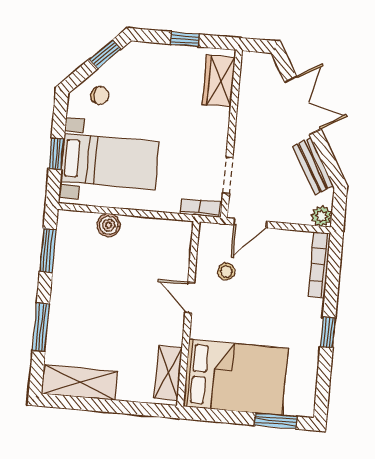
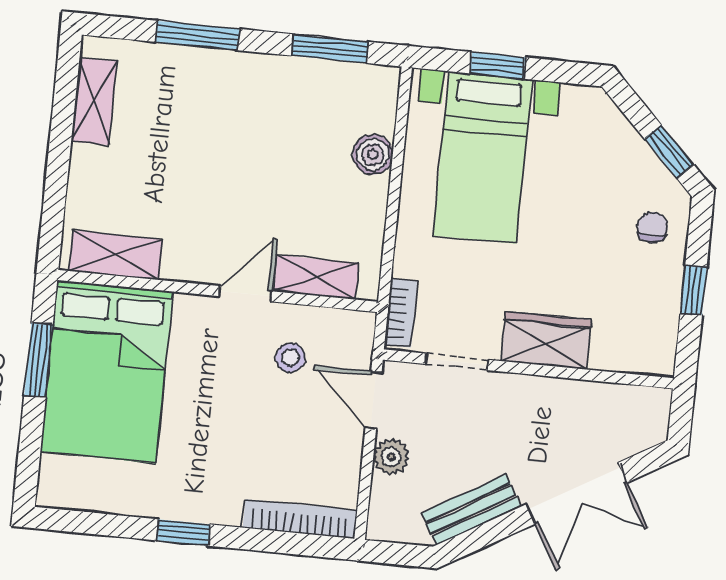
wardrobe: (219, 81) -> (546, 340), moved
chair: (100, 96) -> (653, 227), moved, turned 180
plant: (322, 216) -> (391, 457), moved
shelving: (180, 257) -> (316, 277), added
shelving: (80, 383) -> (94, 101), width x0.67, depth x0.75
window: (276, 421) -> (39, 360), moved

